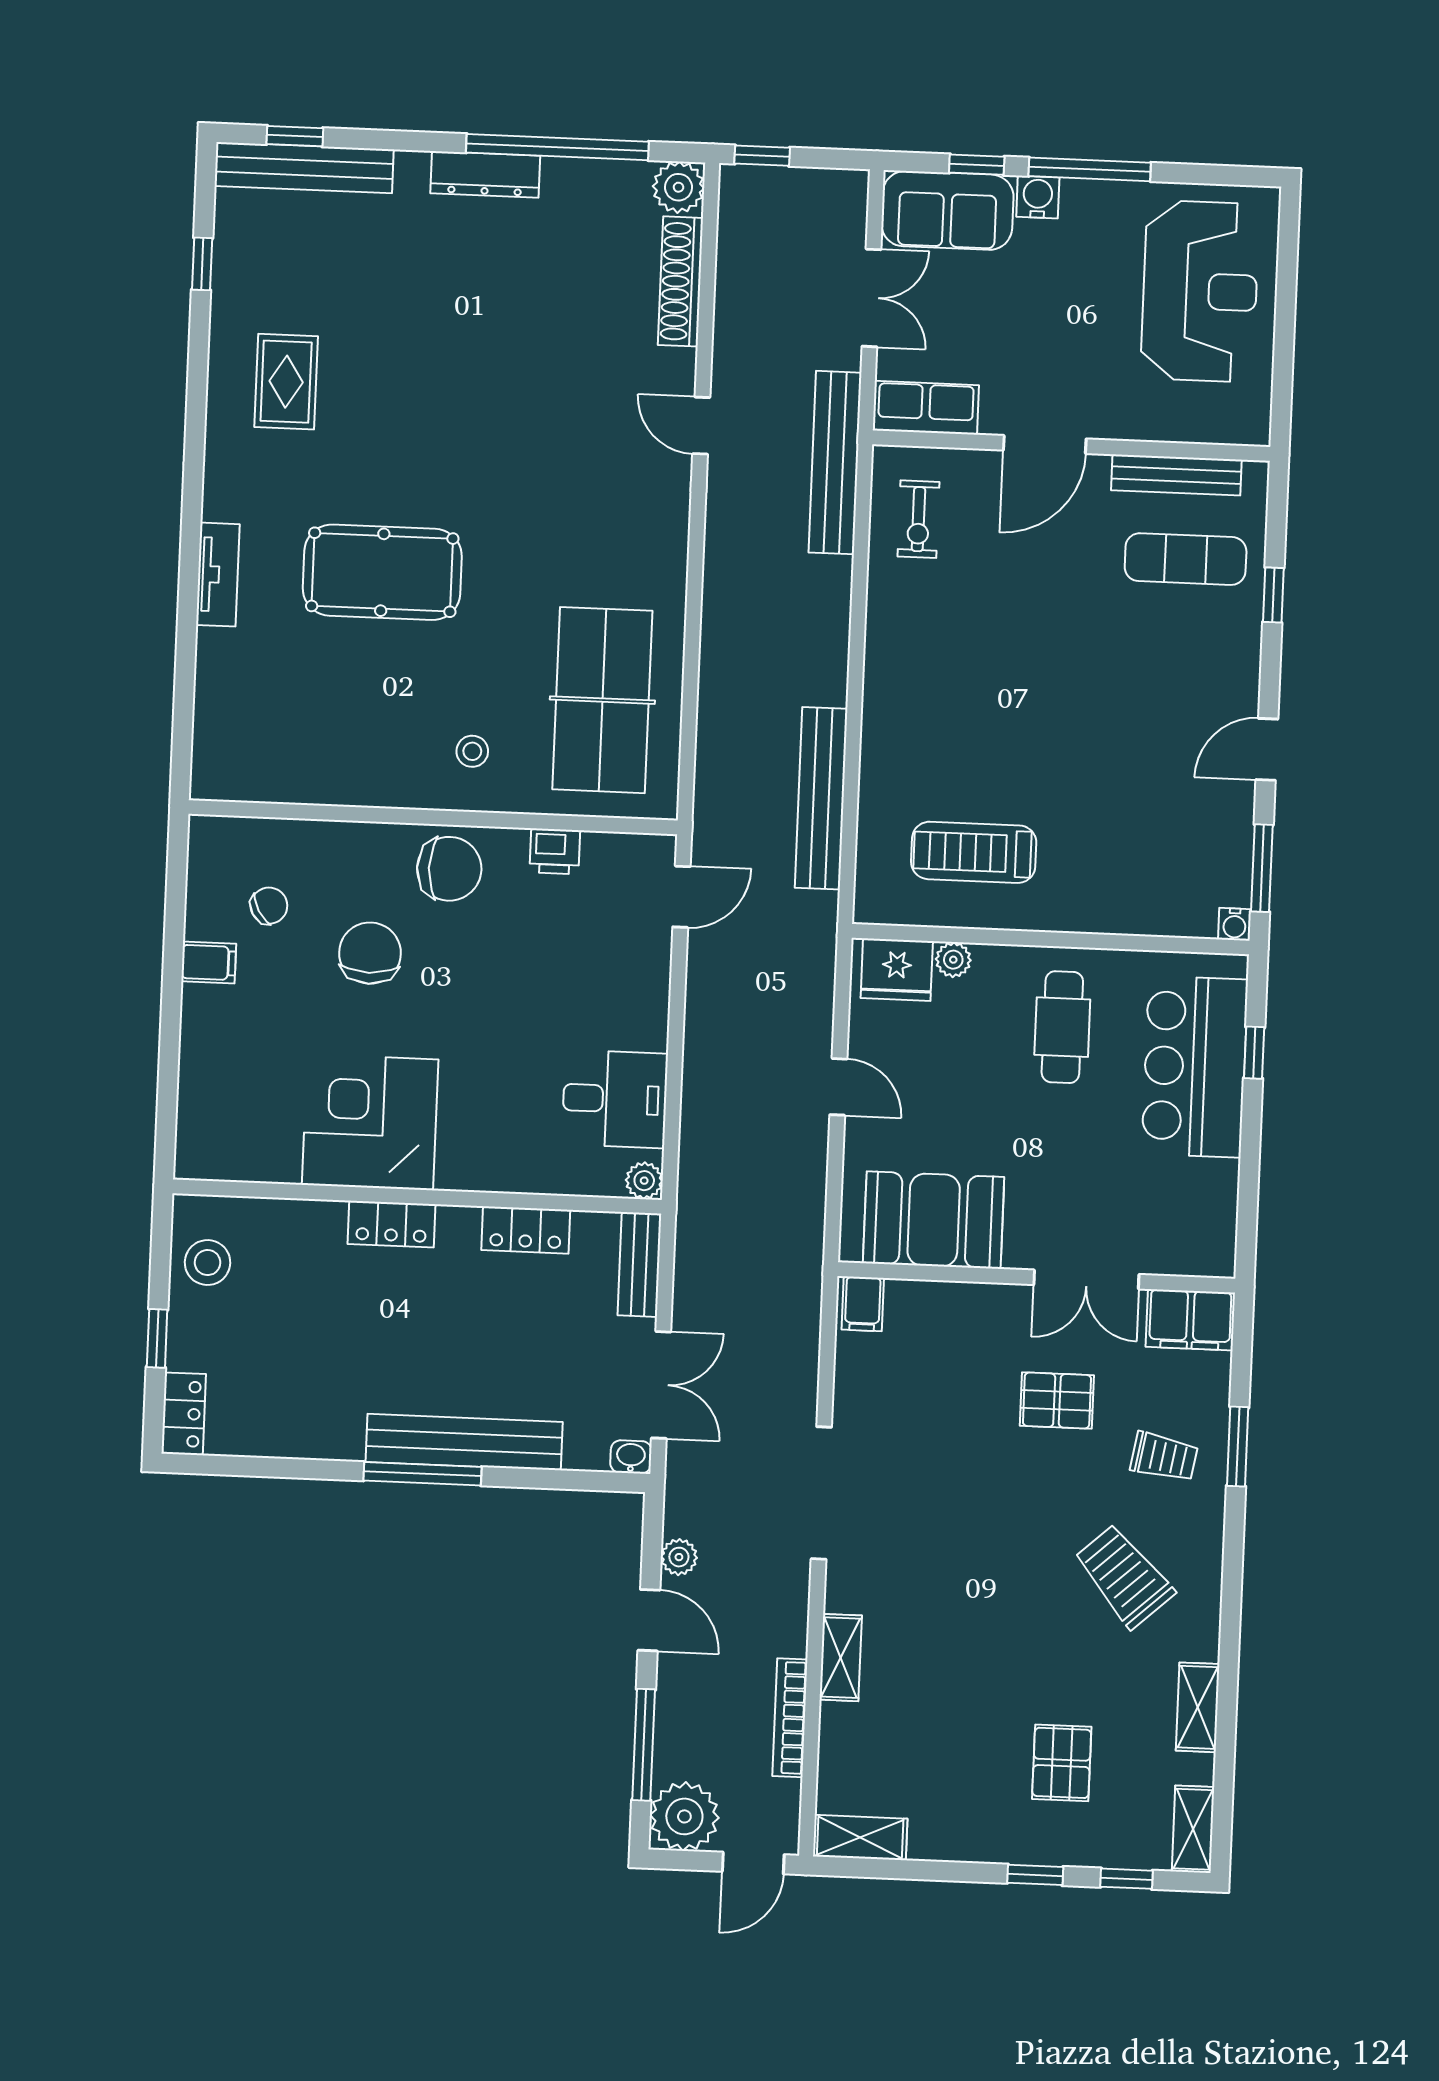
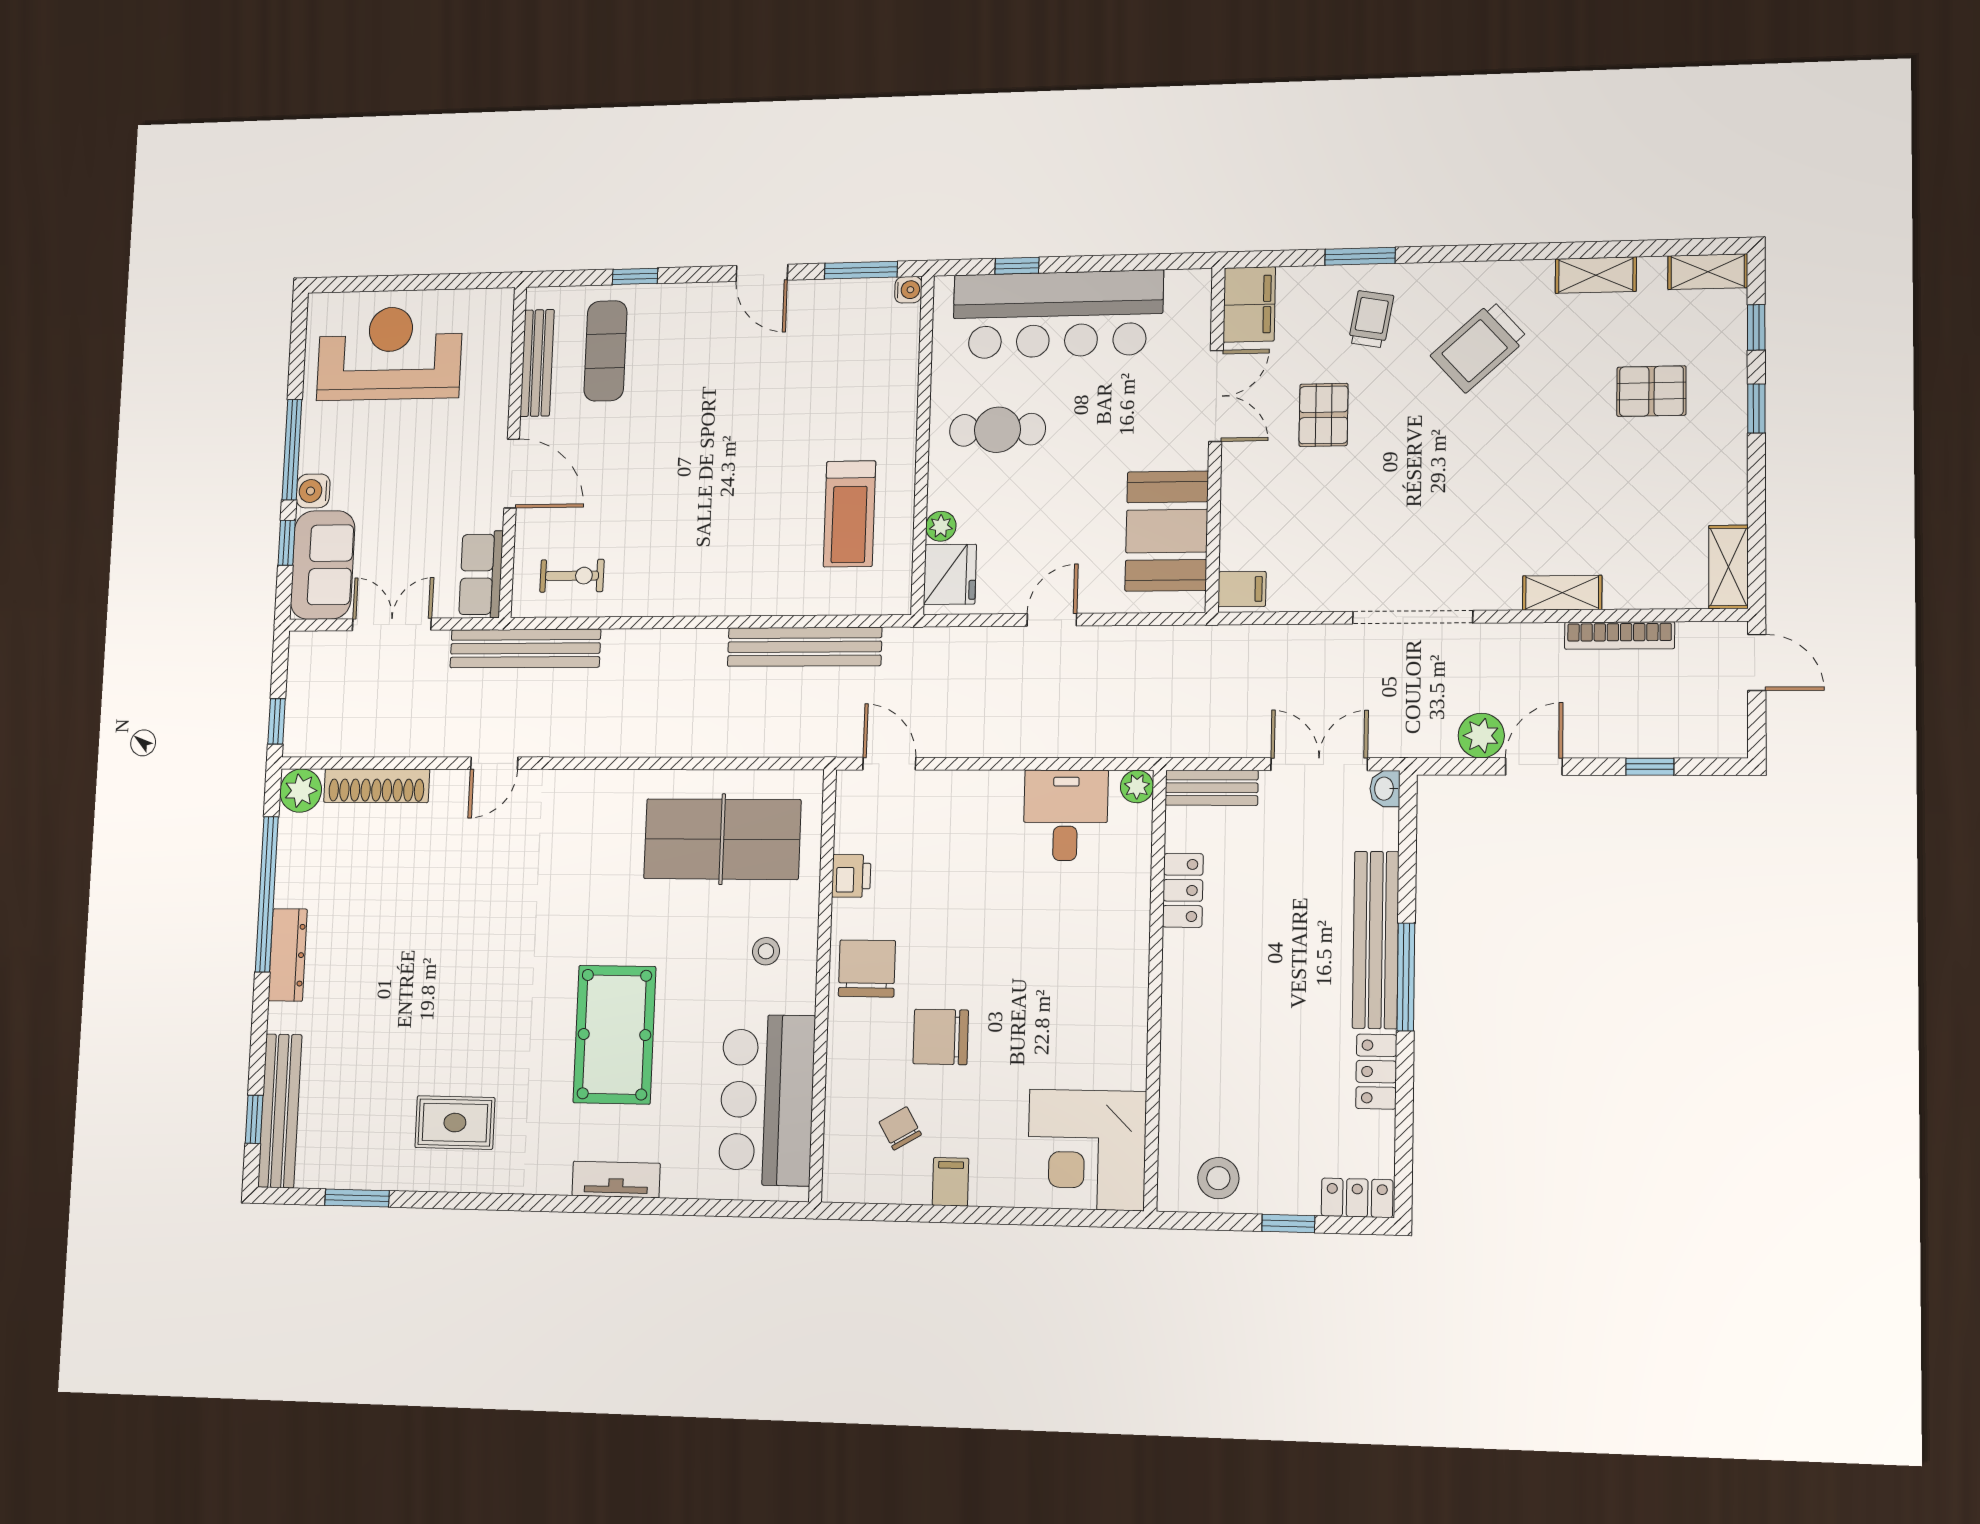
window: (202, 264) -> (357, 1198), width x1.50
bar counter: (304, 752) -> (767, 1100), added
bar counter: (1195, 1067) -> (1058, 314), width x1.36
corner desk: (370, 1122) -> (1087, 1150), moved
locker: (391, 1224) -> (1376, 1072), moved, turned 180
plant: (679, 1557) -> (1481, 736), width x1.38, depth x1.38
window: (644, 1745) -> (1650, 767), width x0.46
plant: (684, 1816) -> (1716, 727), removed

